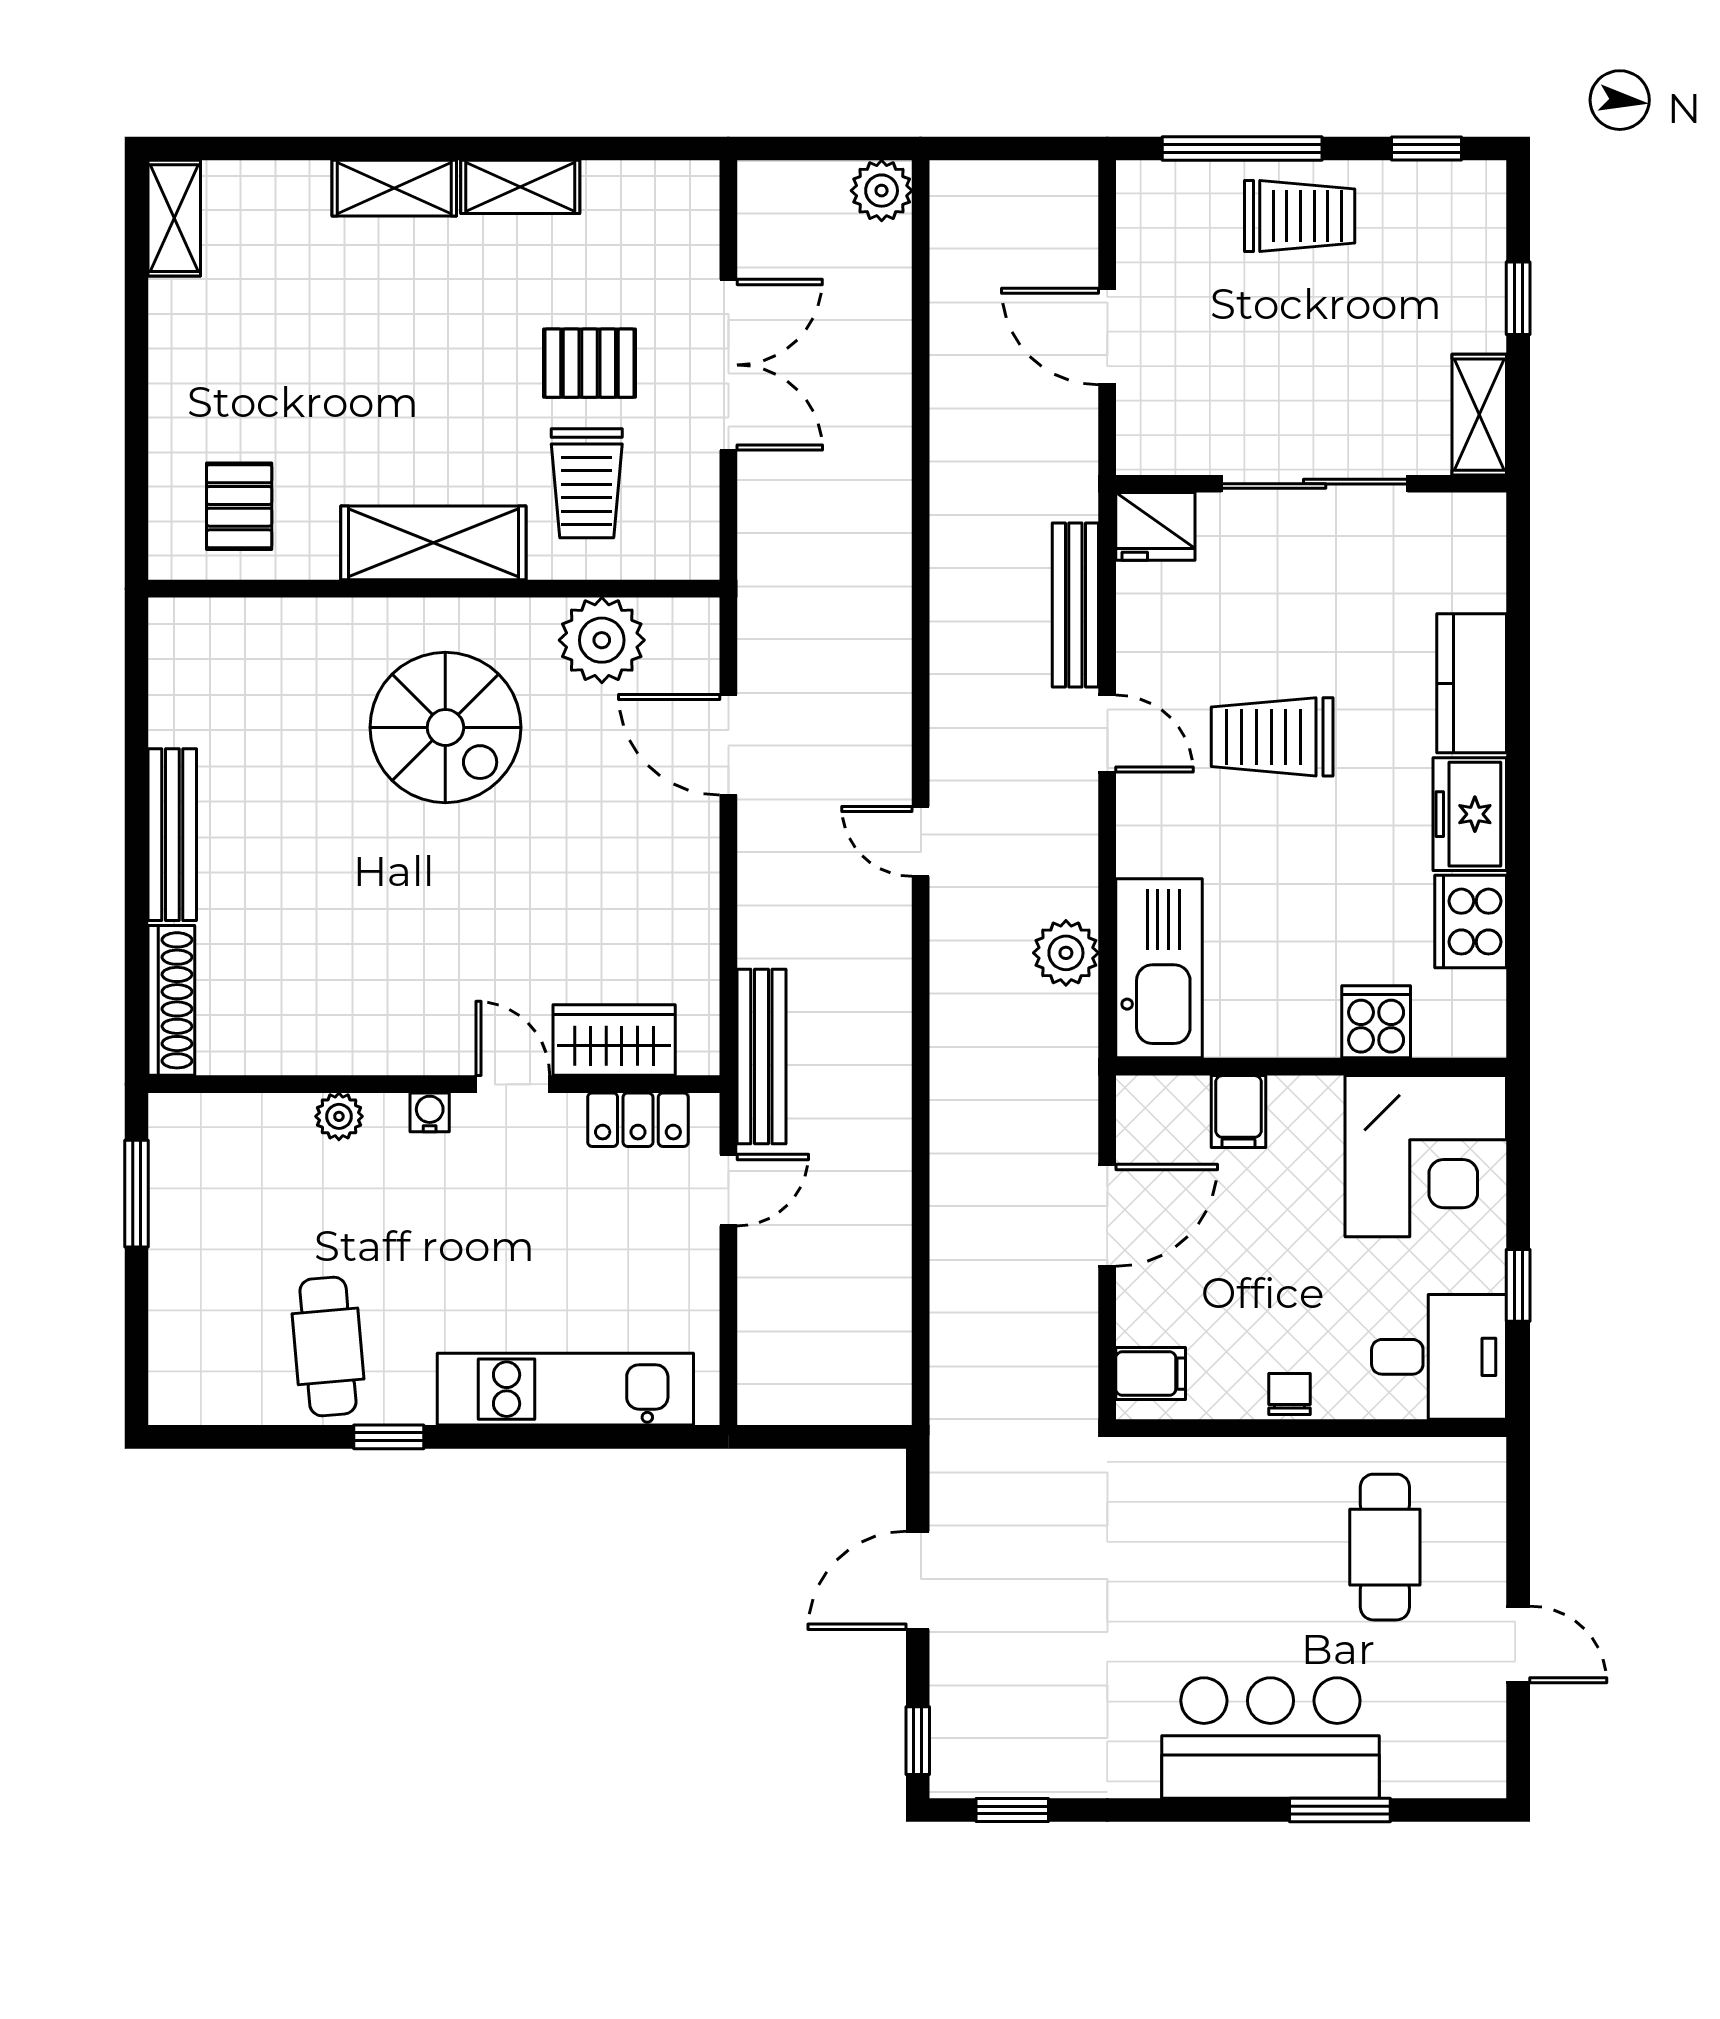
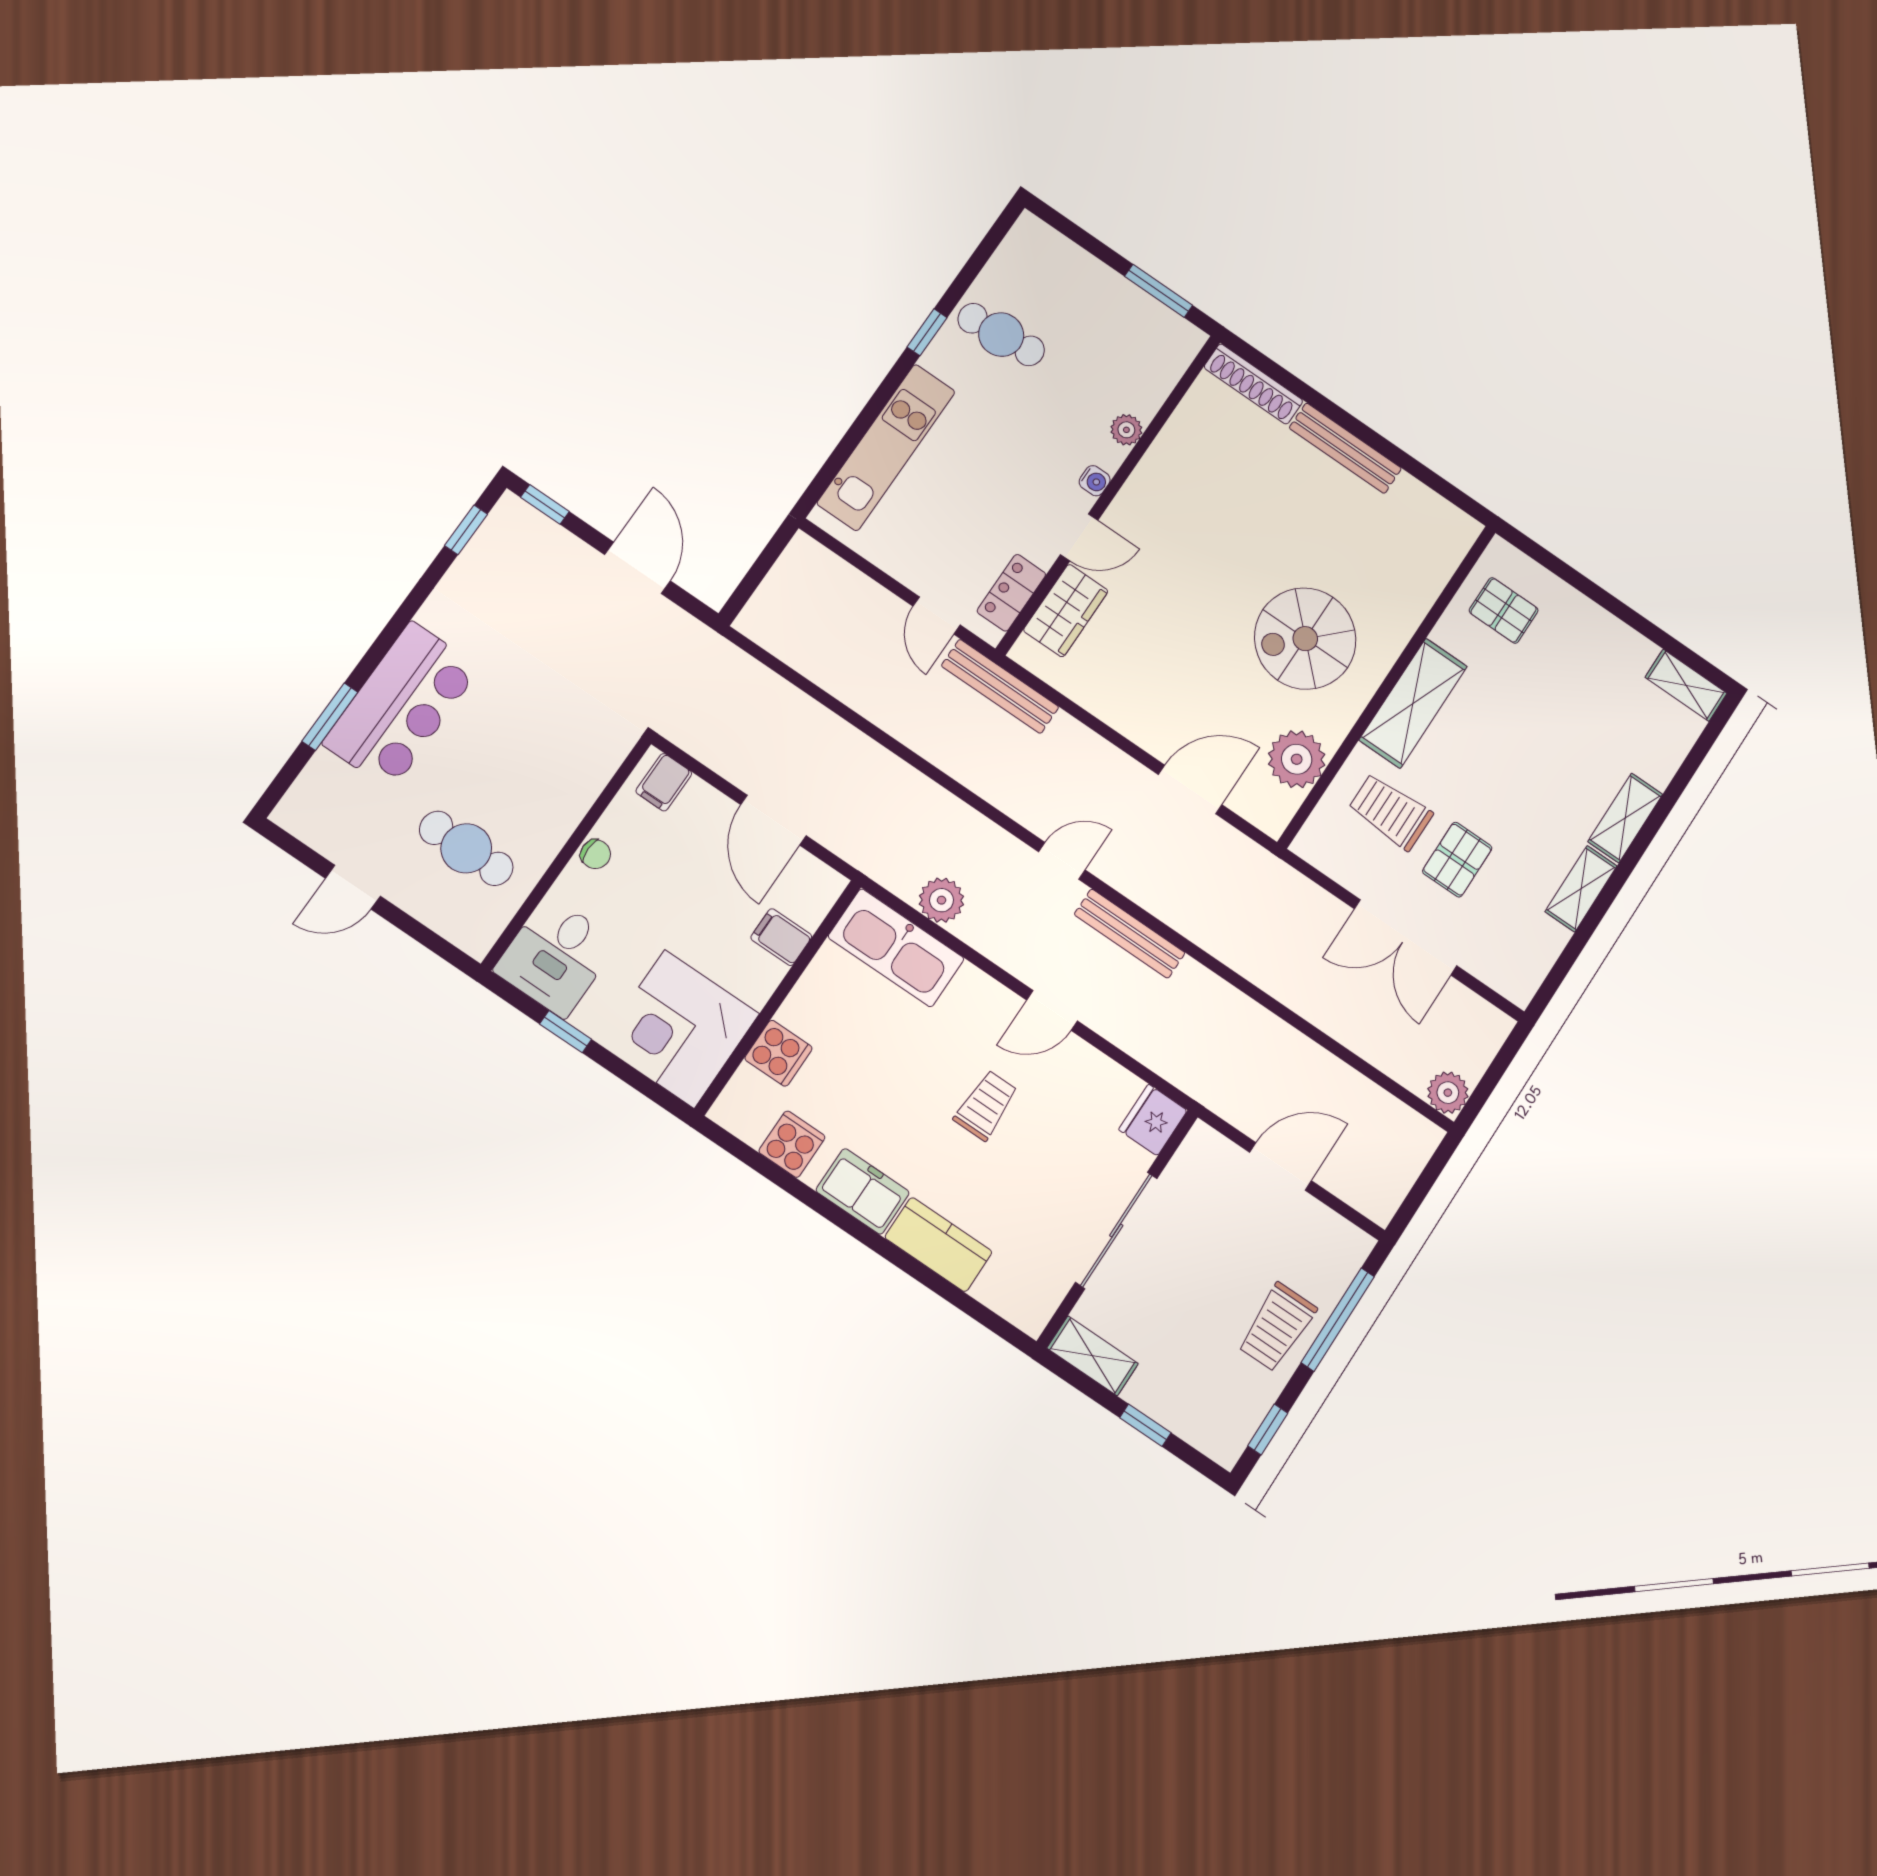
bench: (1075, 605) -> (1130, 934), moved
trolley: (1272, 737) -> (986, 1105), width x0.73, depth x0.72
cooker: (1471, 922) -> (792, 1144), width x0.73

